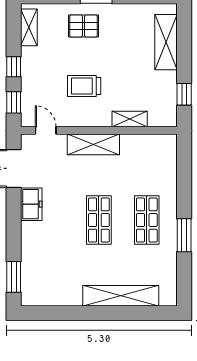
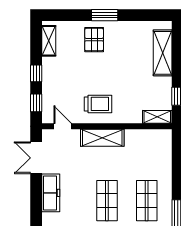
pallet: (84, 26) -> (94, 40), turned 90
trolley: (84, 86) -> (98, 104), moved, turned 180
shelving: (130, 119) -> (157, 117), moved
freezer: (31, 204) -> (51, 193), width x1.40

